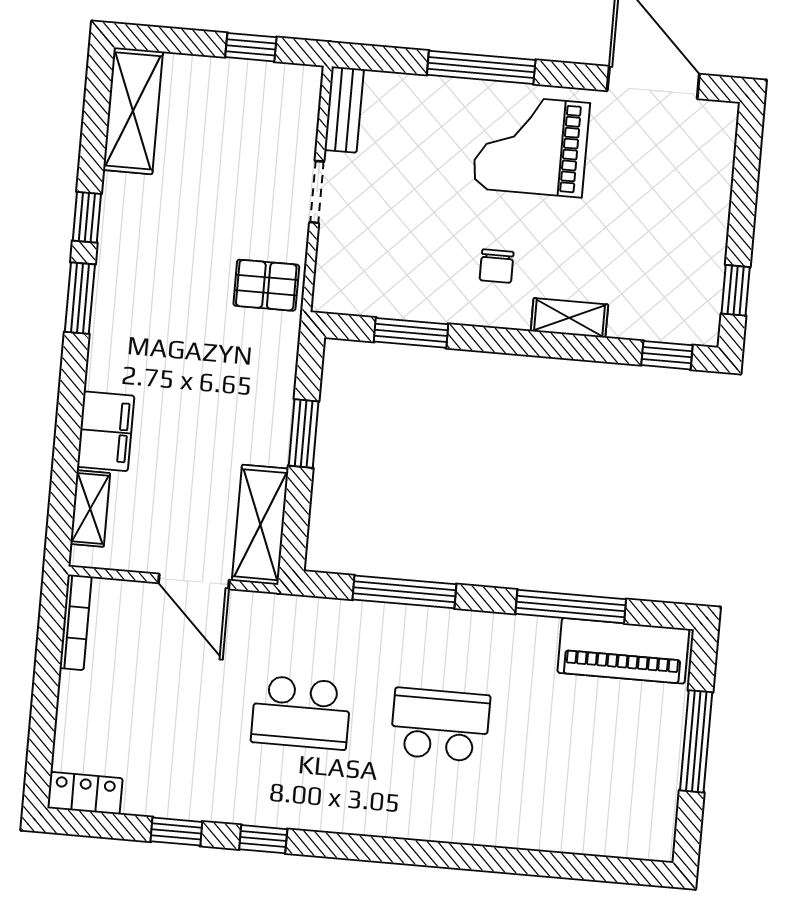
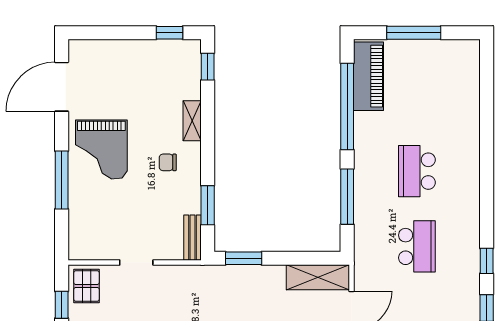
bench: (344, 110) -> (193, 238), moved, turned 90
chair: (497, 266) -> (168, 162), turned 180
pallet: (266, 285) -> (86, 286), moved
window: (304, 434) -> (244, 258), moved
window: (571, 606) -> (347, 107), width x1.46

